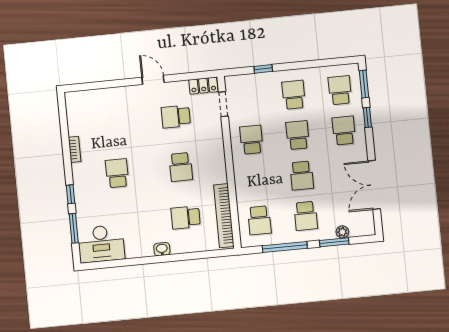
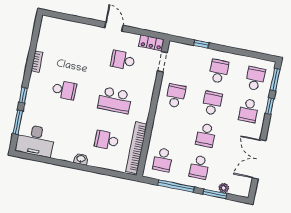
school desk: (344, 131) -> (249, 111), turned 180
school desk: (181, 167) -> (115, 100), width x1.85
school desk: (117, 173) -> (64, 90), turned 90

